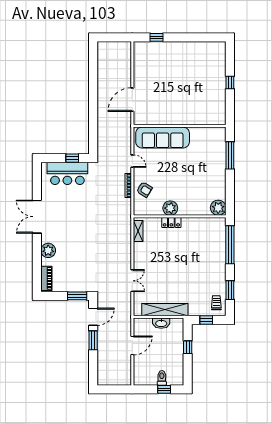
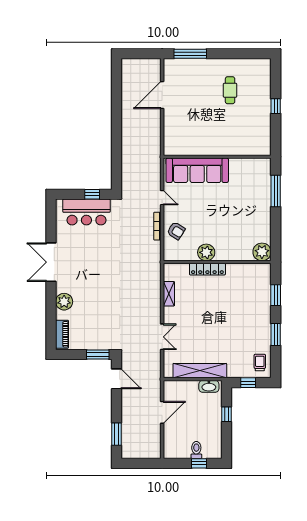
window: (157, 37) -> (190, 54), width x2.17
cafe table: (191, 69) -> (230, 90), added
door: (132, 100) -> (162, 95), moved
locker: (171, 223) -> (207, 269), width x1.53
shelving: (138, 231) -> (169, 294), moved
window: (230, 245) -> (276, 295), width x0.47
window: (230, 290) -> (276, 335), moved
door: (93, 317) -> (116, 379), hinge flipped
washbasin: (161, 323) -> (209, 386), moved
window: (93, 340) -> (116, 434), moved

